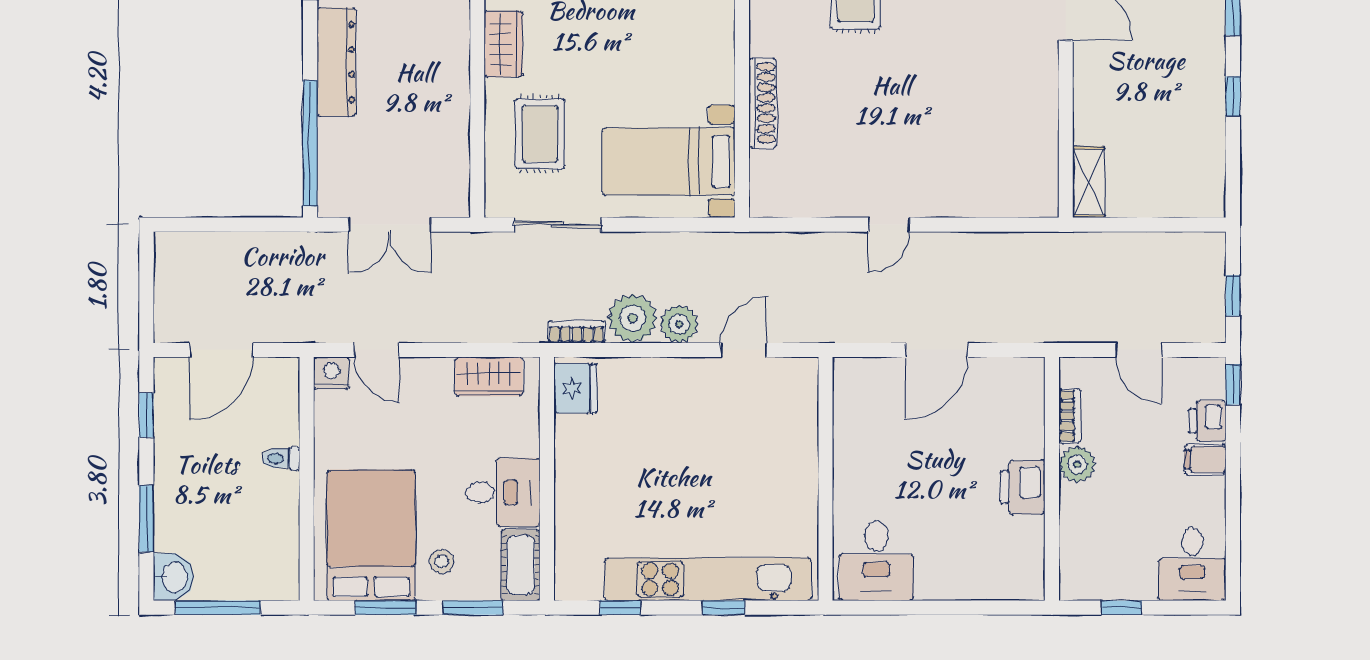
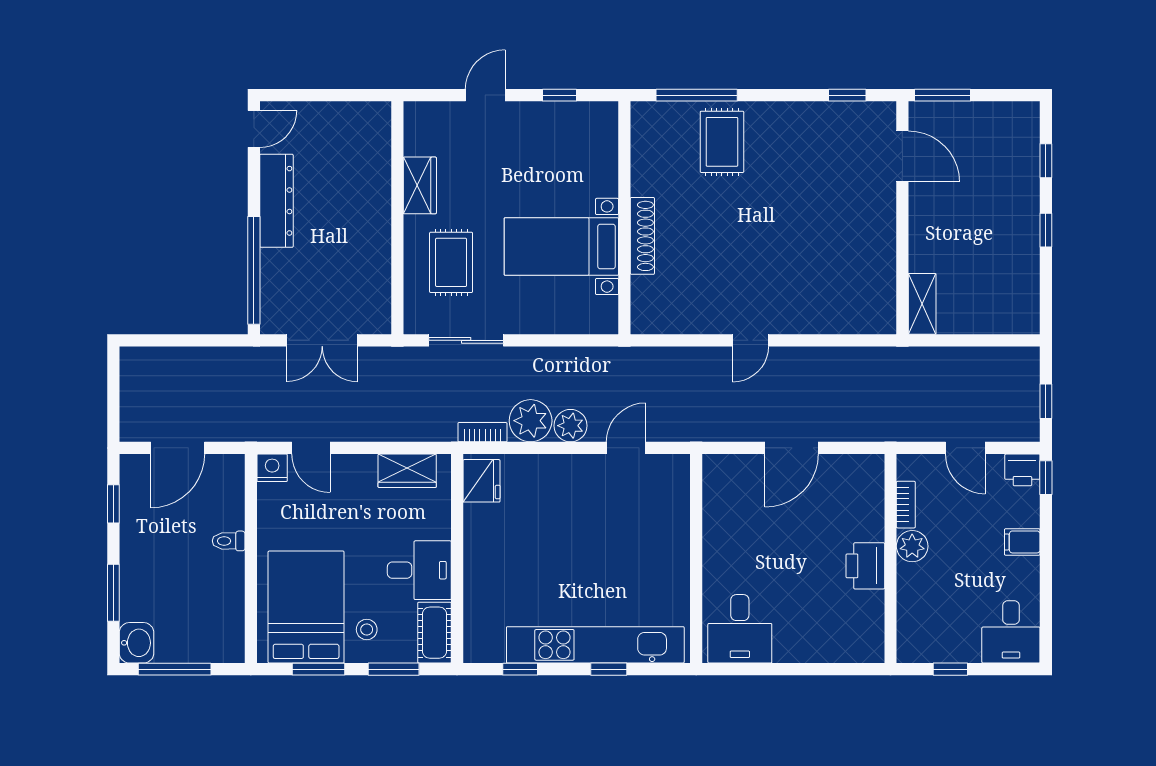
bed with nightstands: (668, 161) -> (561, 246), moved
printer: (1207, 421) -> (1022, 470), moved, turned -90

